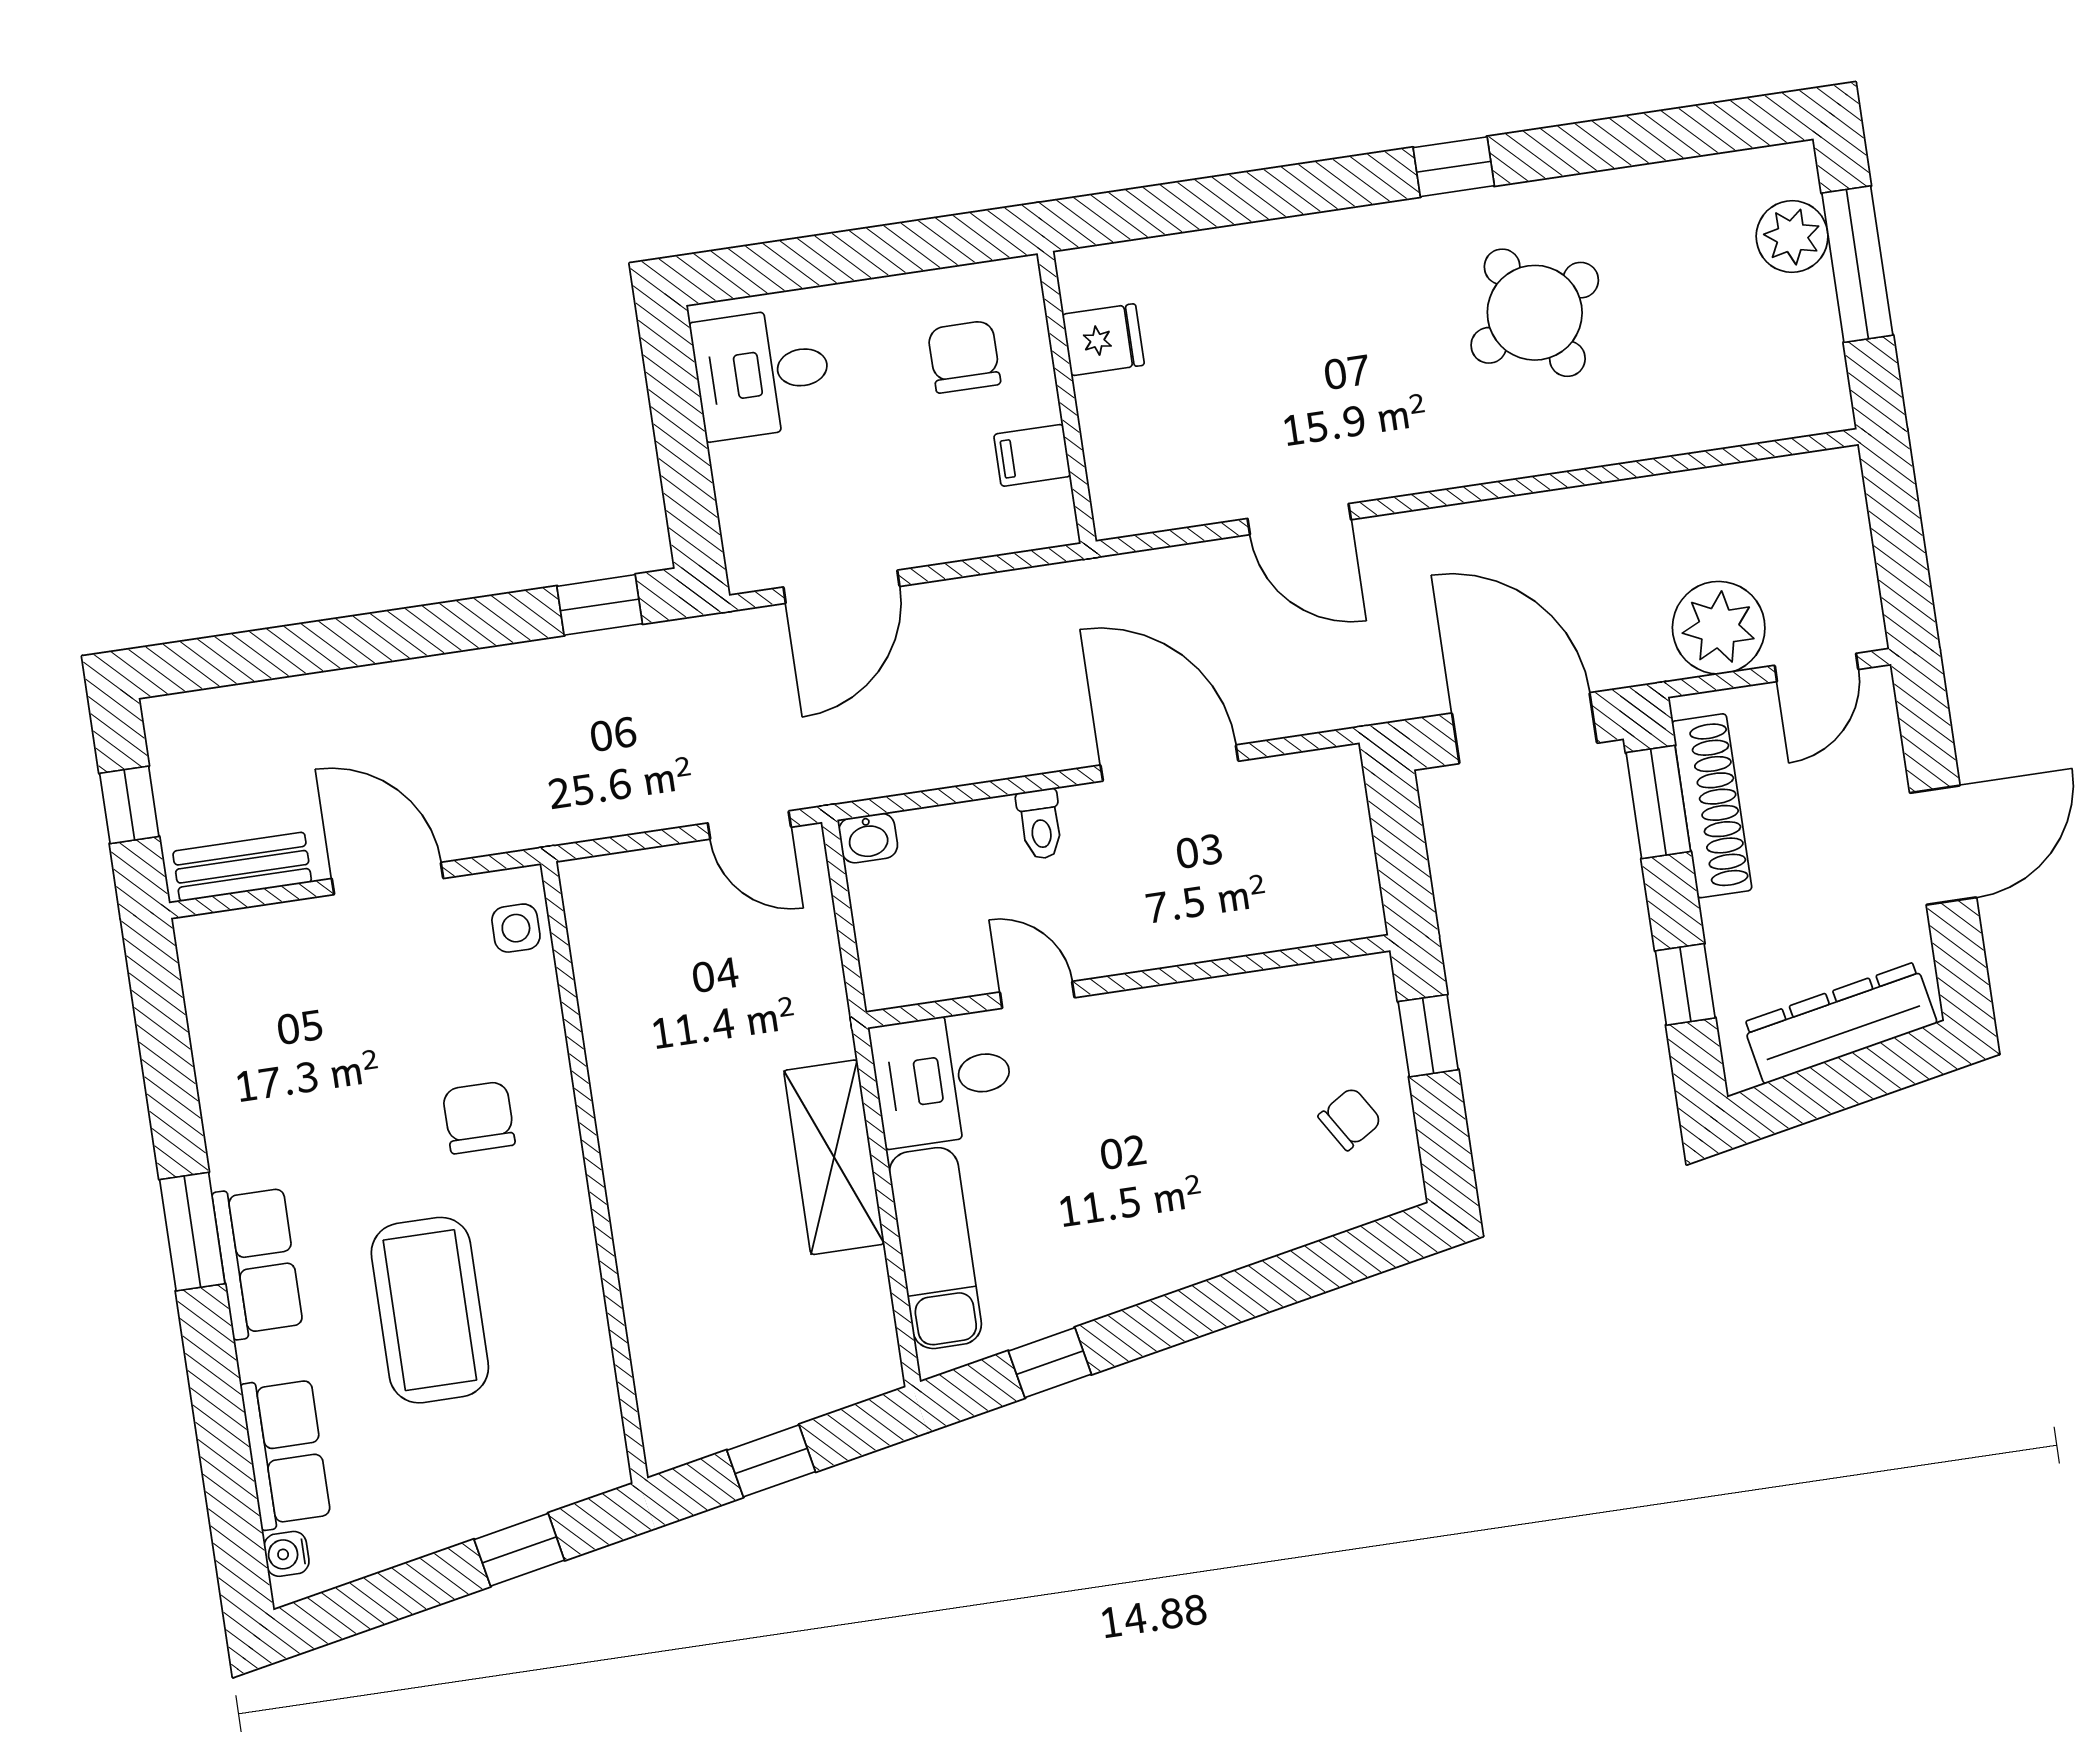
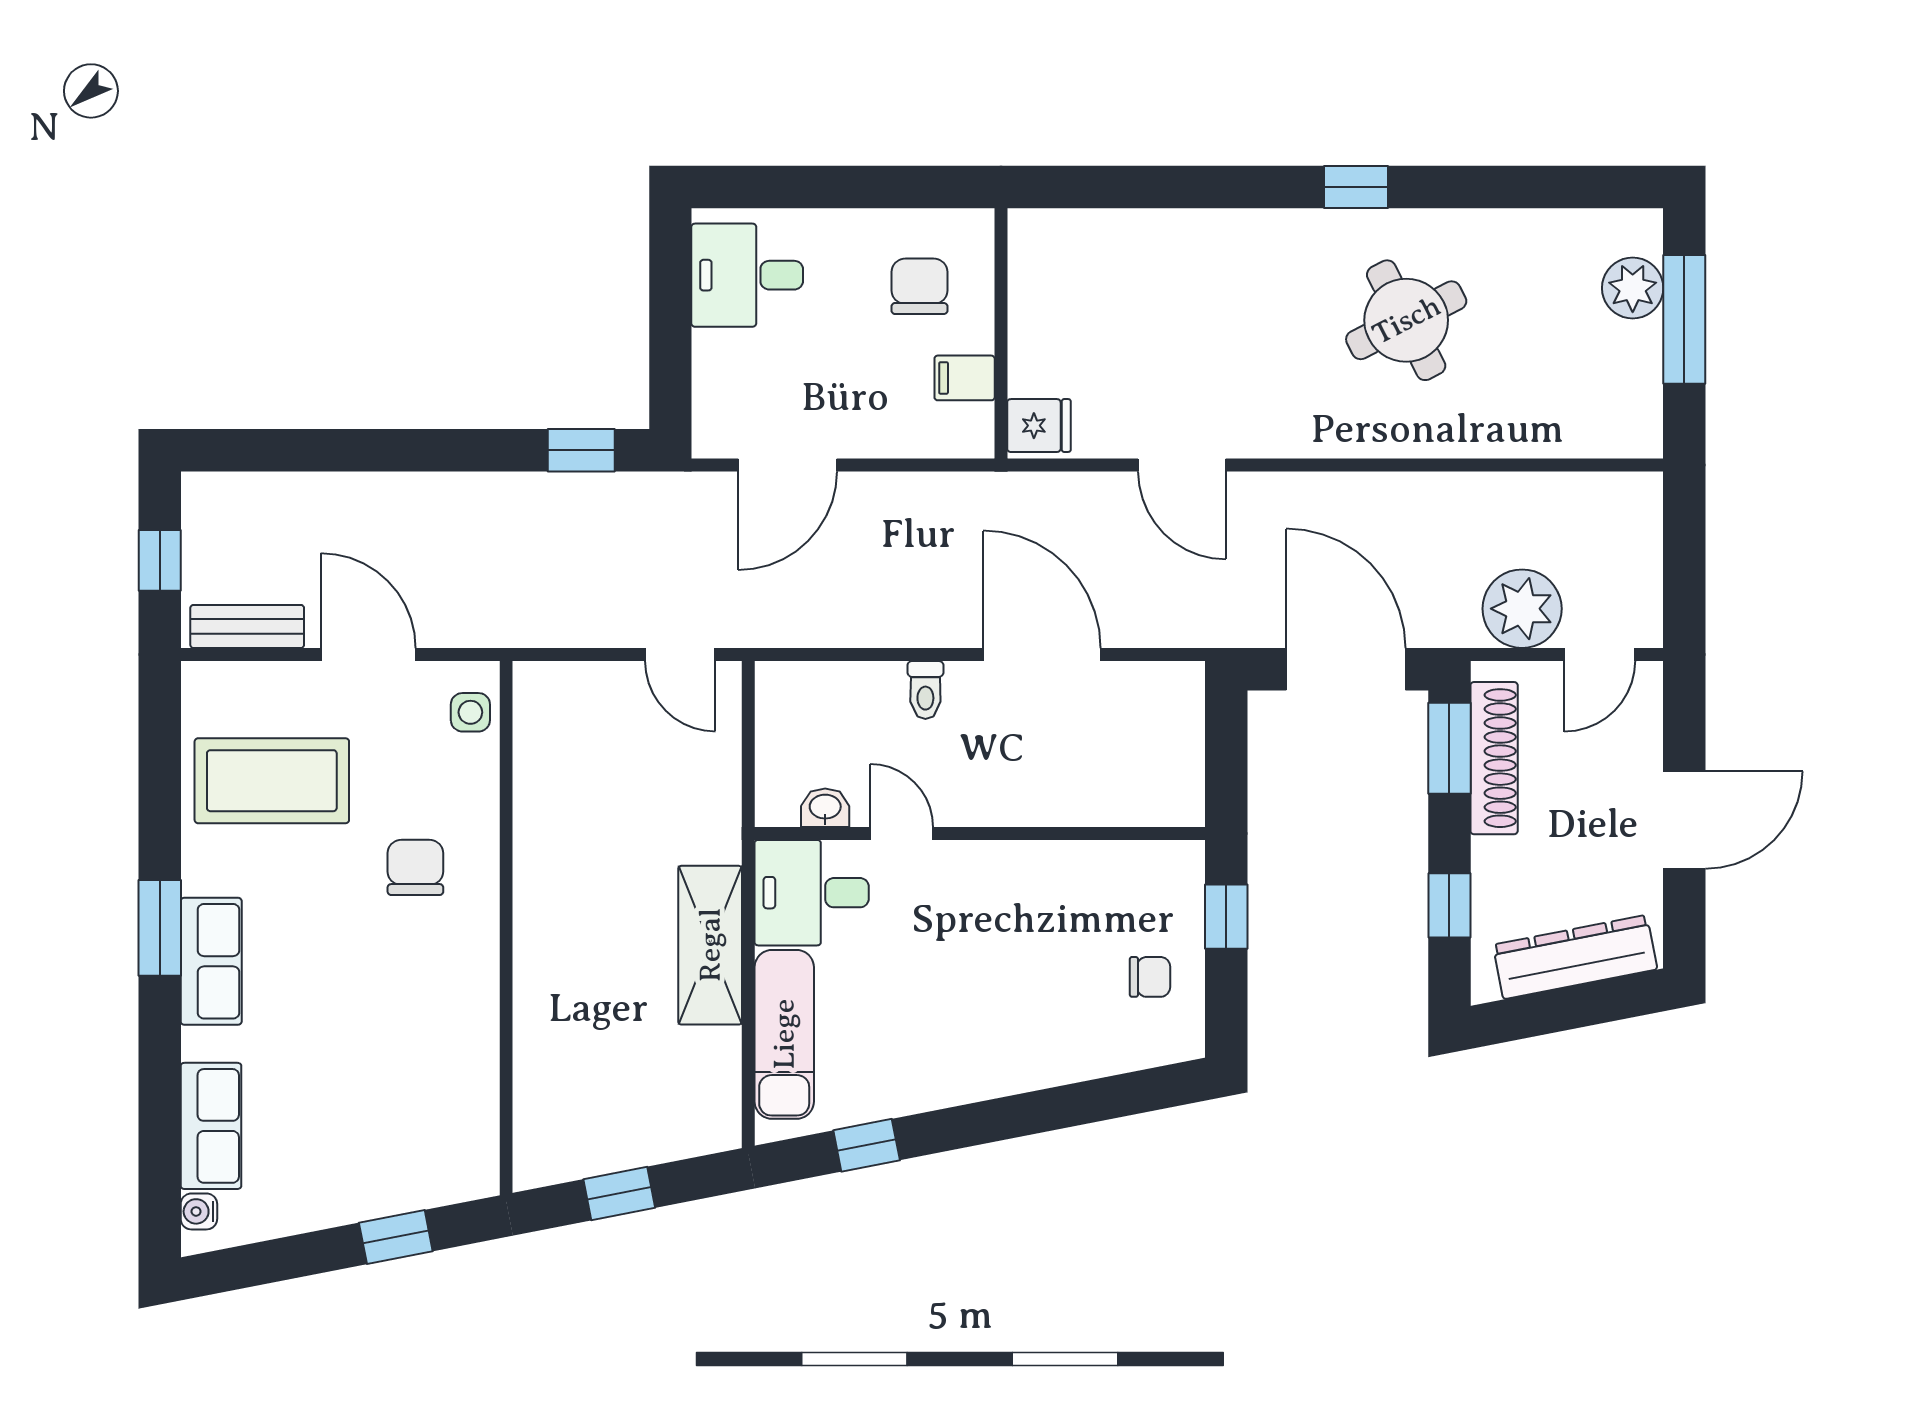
fridge: (1103, 340) -> (1039, 426), moved
washbasin: (868, 838) -> (825, 808), moved, turned 180
chair: (1350, 1119) -> (1150, 977), turned 32
coffee table: (430, 1310) -> (272, 781), moved, turned 90

